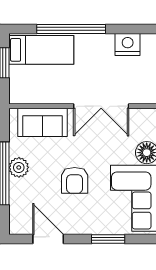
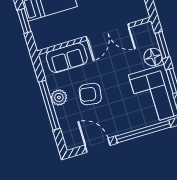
armchair: (75, 180) -> (90, 94), moved, turned 99
window: (108, 239) -> (143, 132), width x2.11

